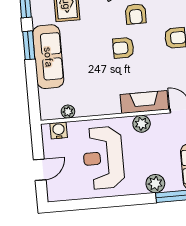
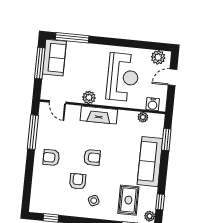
window: (29, 45) -> (166, 139), moved
fireplace: (144, 102) -> (99, 115), moved
plant: (155, 184) -> (158, 57), moved

